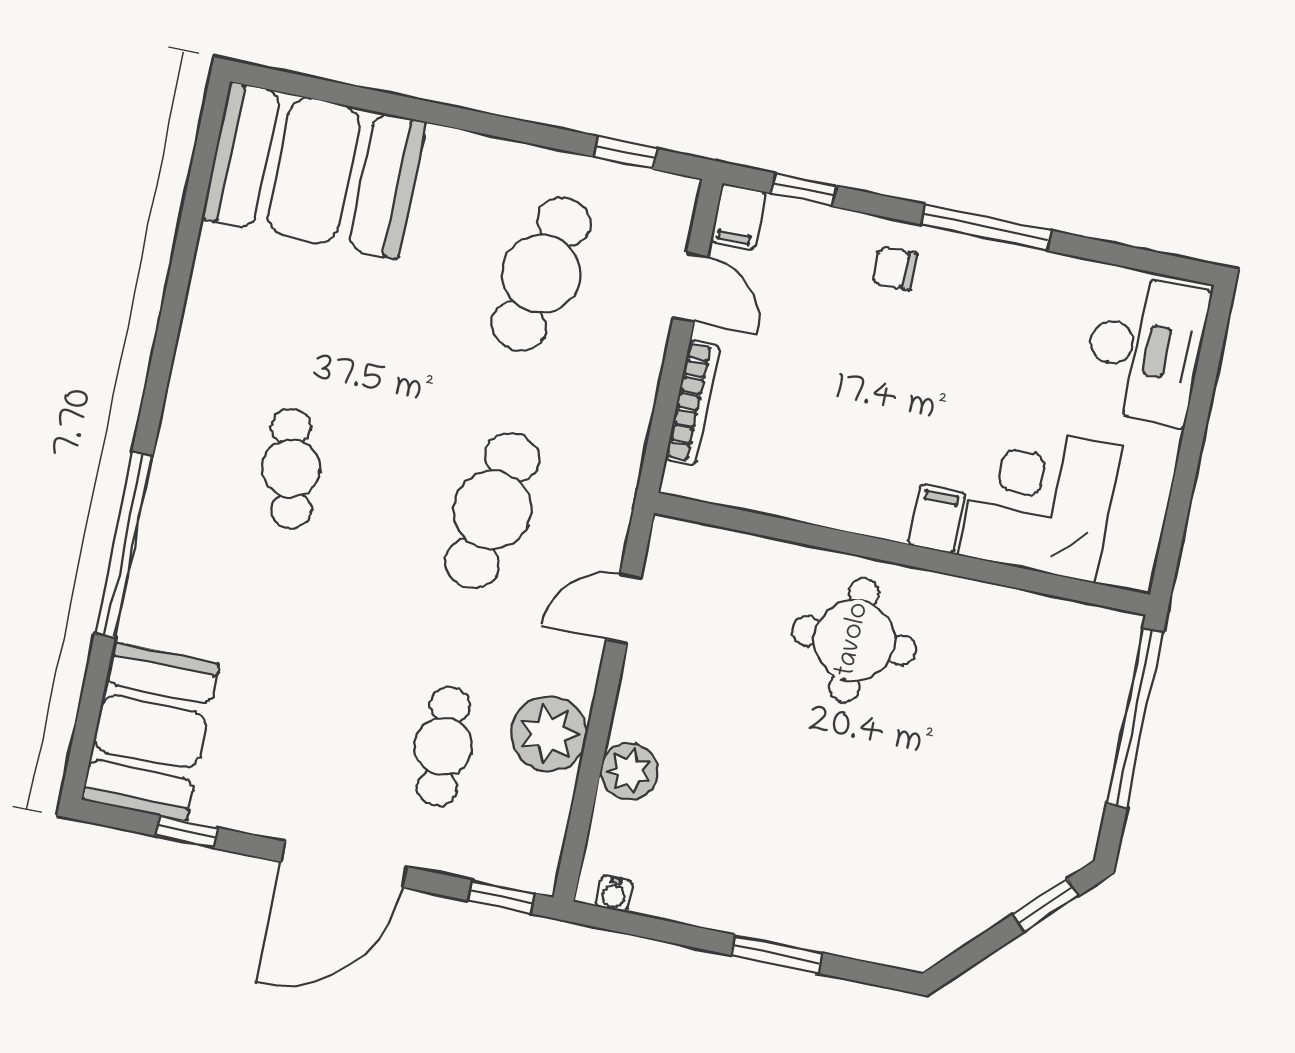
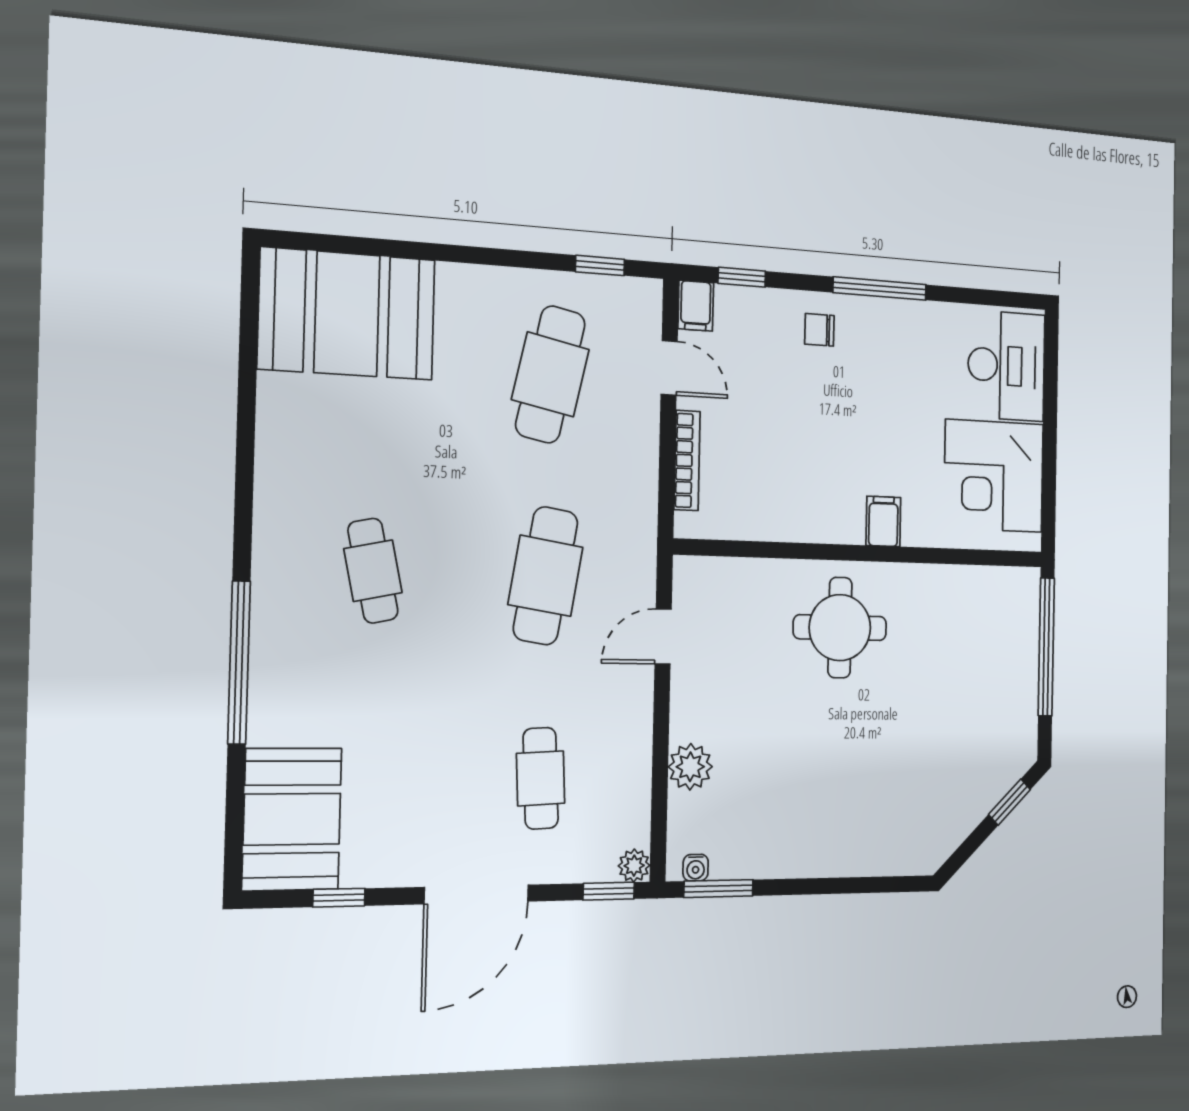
corner desk: (1040, 501) -> (994, 476), moved, turned -90
plant: (549, 734) -> (634, 866), moved, width x0.53, depth x0.53
window: (777, 954) -> (719, 889), moved

